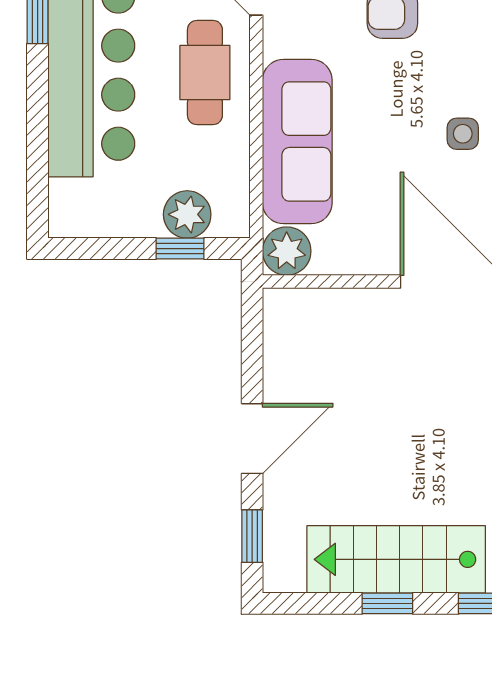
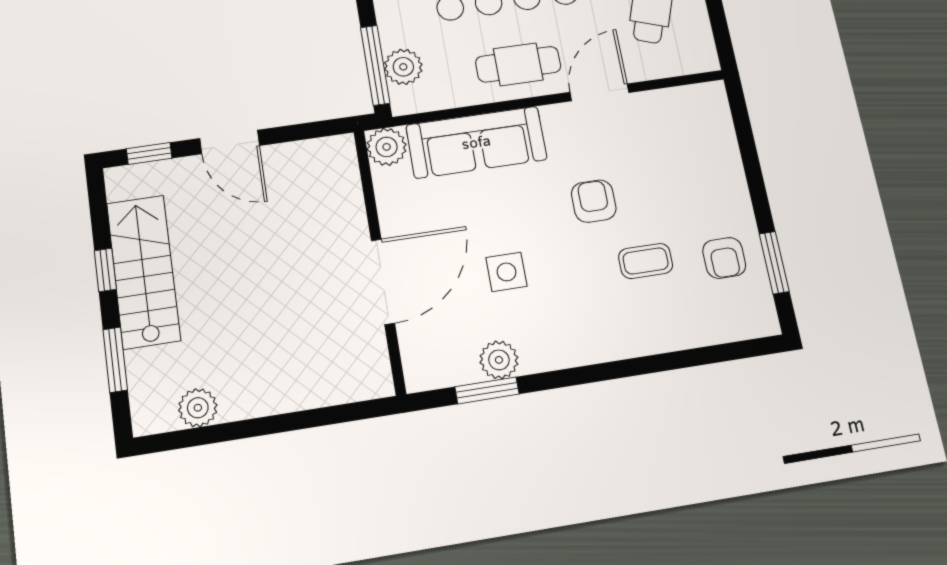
side table: (463, 134) -> (506, 272), width x1.37, depth x1.37
window: (180, 249) -> (375, 65), width x2.17

